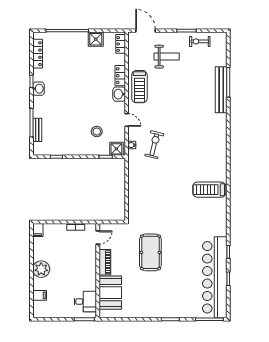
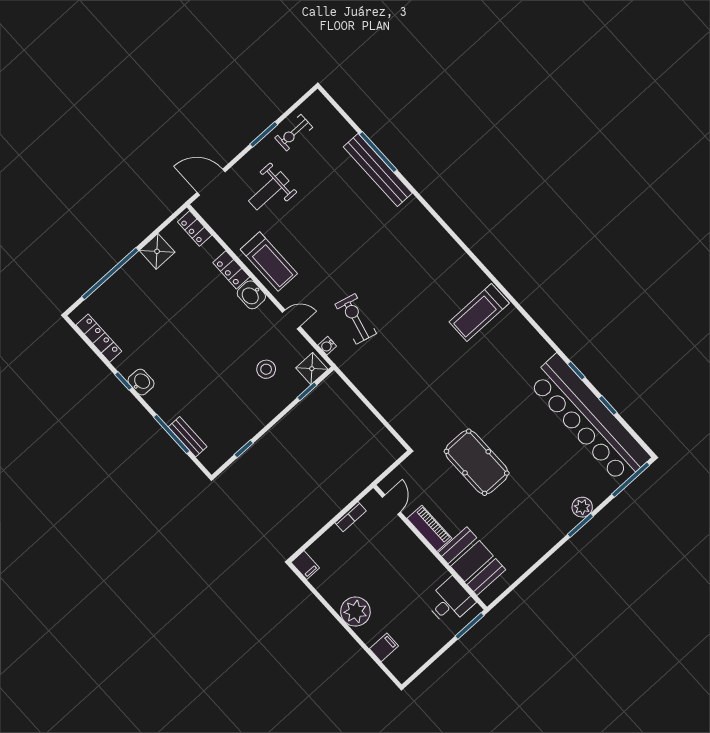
weight bench: (167, 57) -> (269, 191), turned 180
plant: (178, 312) -> (582, 507), added

